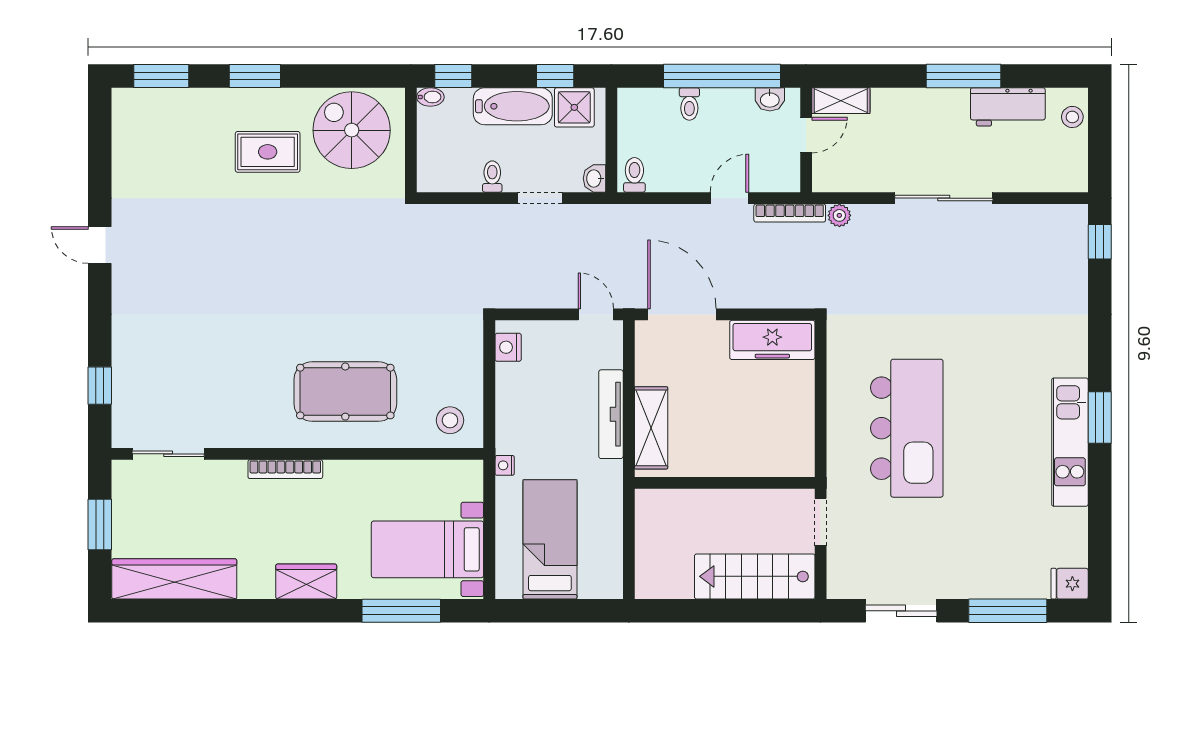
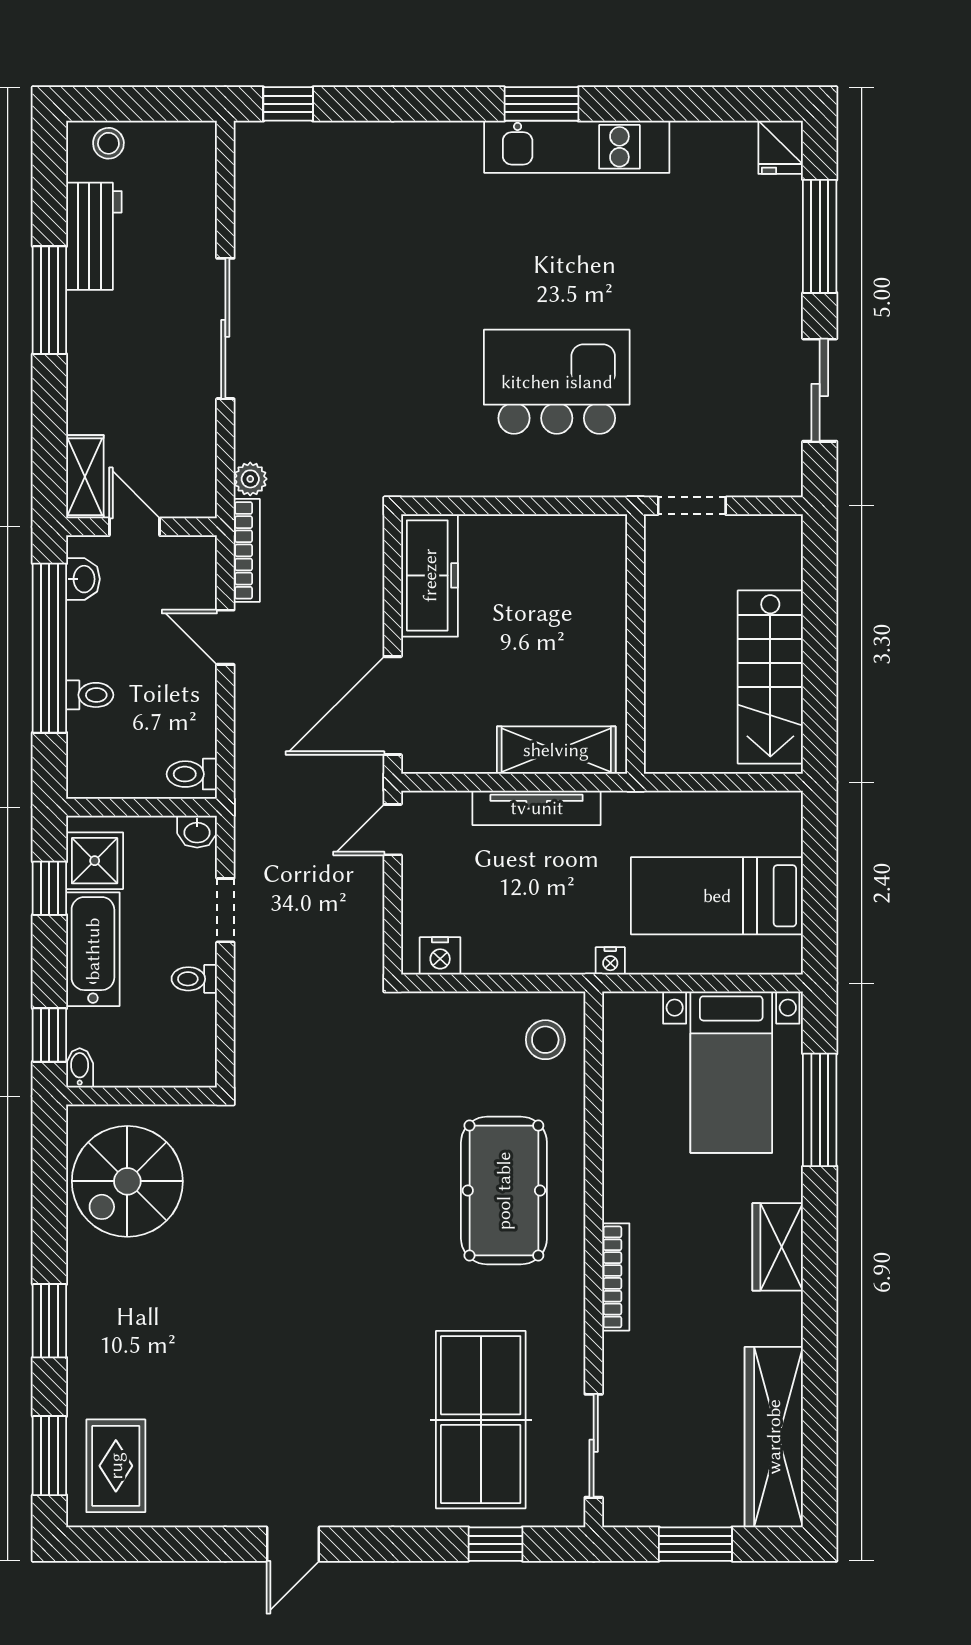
rug: (268, 152) -> (116, 1466), moved
table tennis table: (186, 375) -> (481, 1420), added
kitchen island: (907, 428) -> (557, 382), width x0.73
stairs: (755, 576) -> (770, 677), moved

